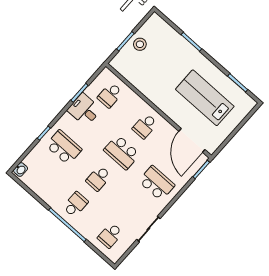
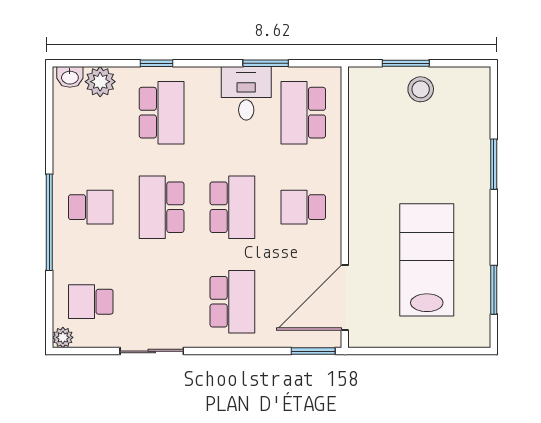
school desk: (110, 95) -> (303, 113), width x1.85
school desk: (122, 152) -> (232, 207), turned 180
plant: (32, 160) -> (100, 82), added
school desk: (99, 178) -> (162, 207), width x1.85
plant: (114, 257) -> (63, 337), added

